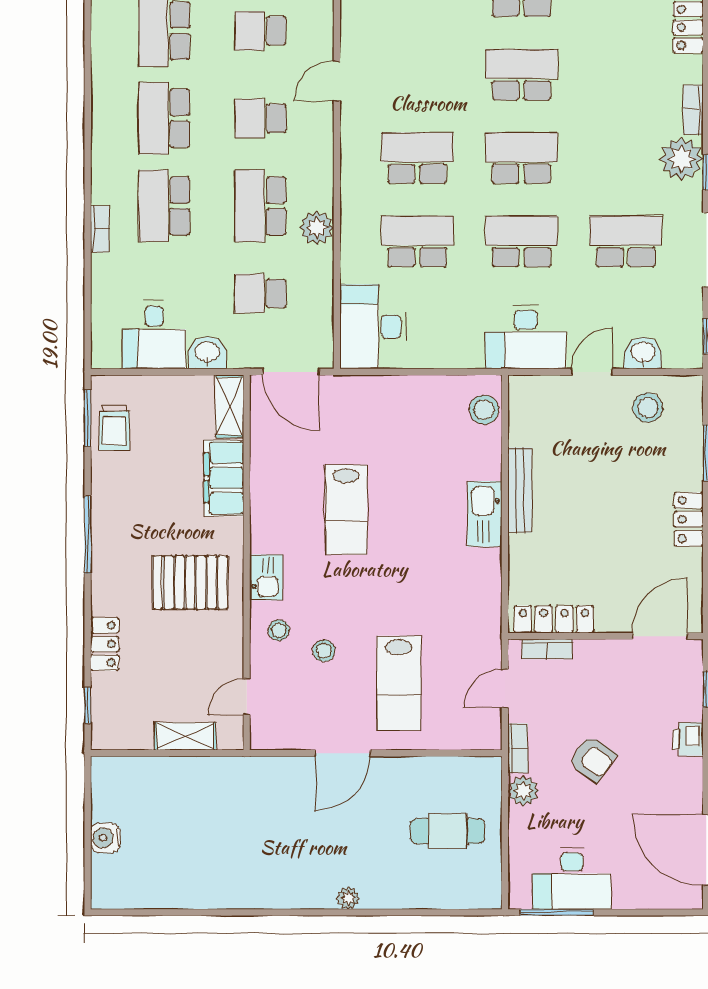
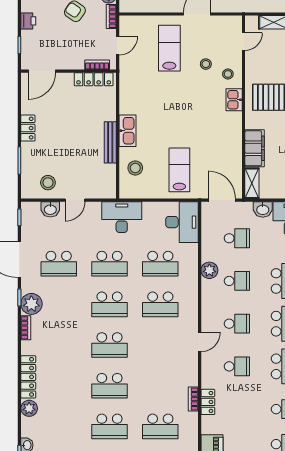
school desk: (260, 206) -> (237, 281), width x0.54
desk: (526, 337) -> (122, 217), moved
stool: (484, 410) -> (135, 168), moved
lab bench: (346, 510) -> (179, 170), moved

